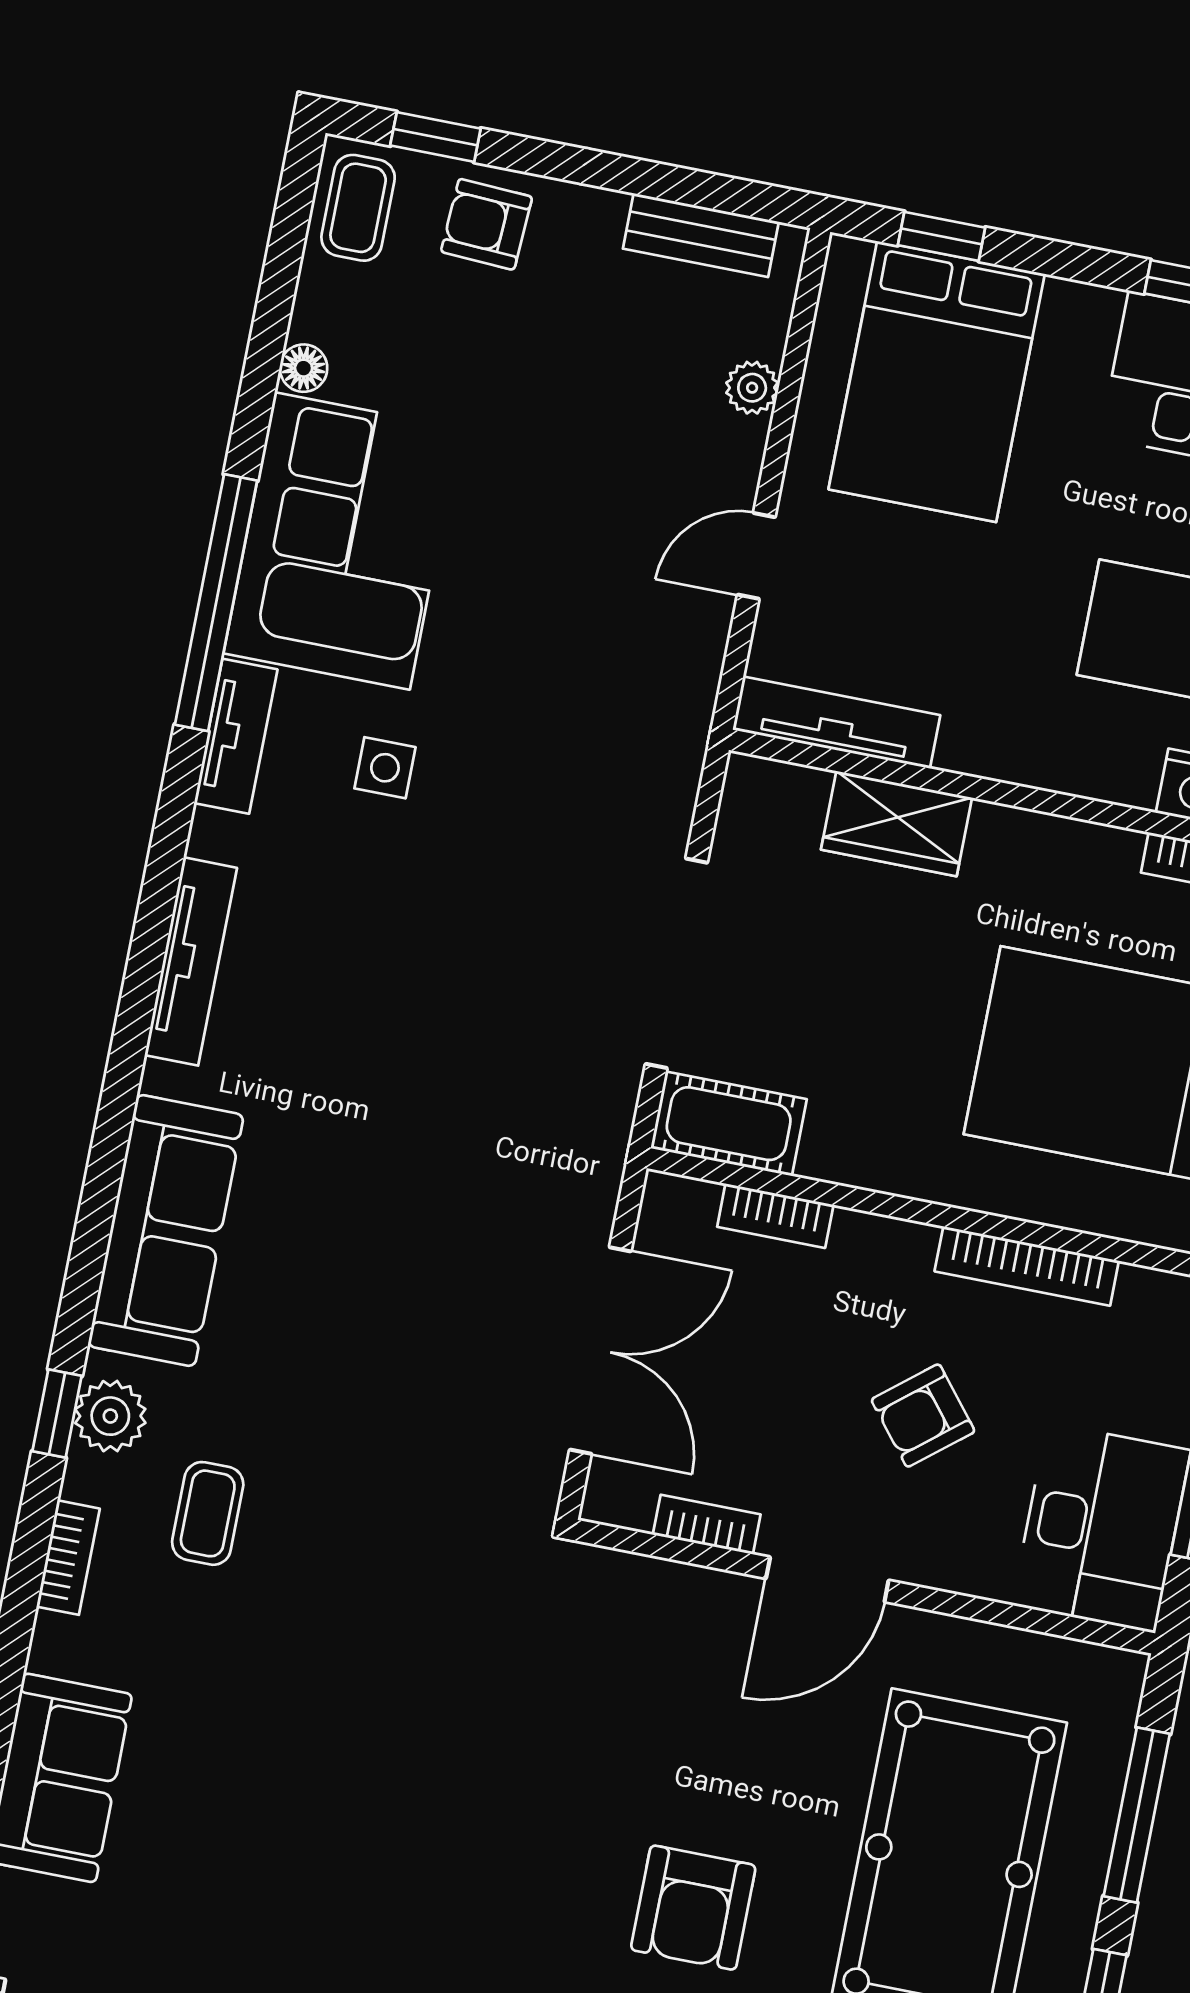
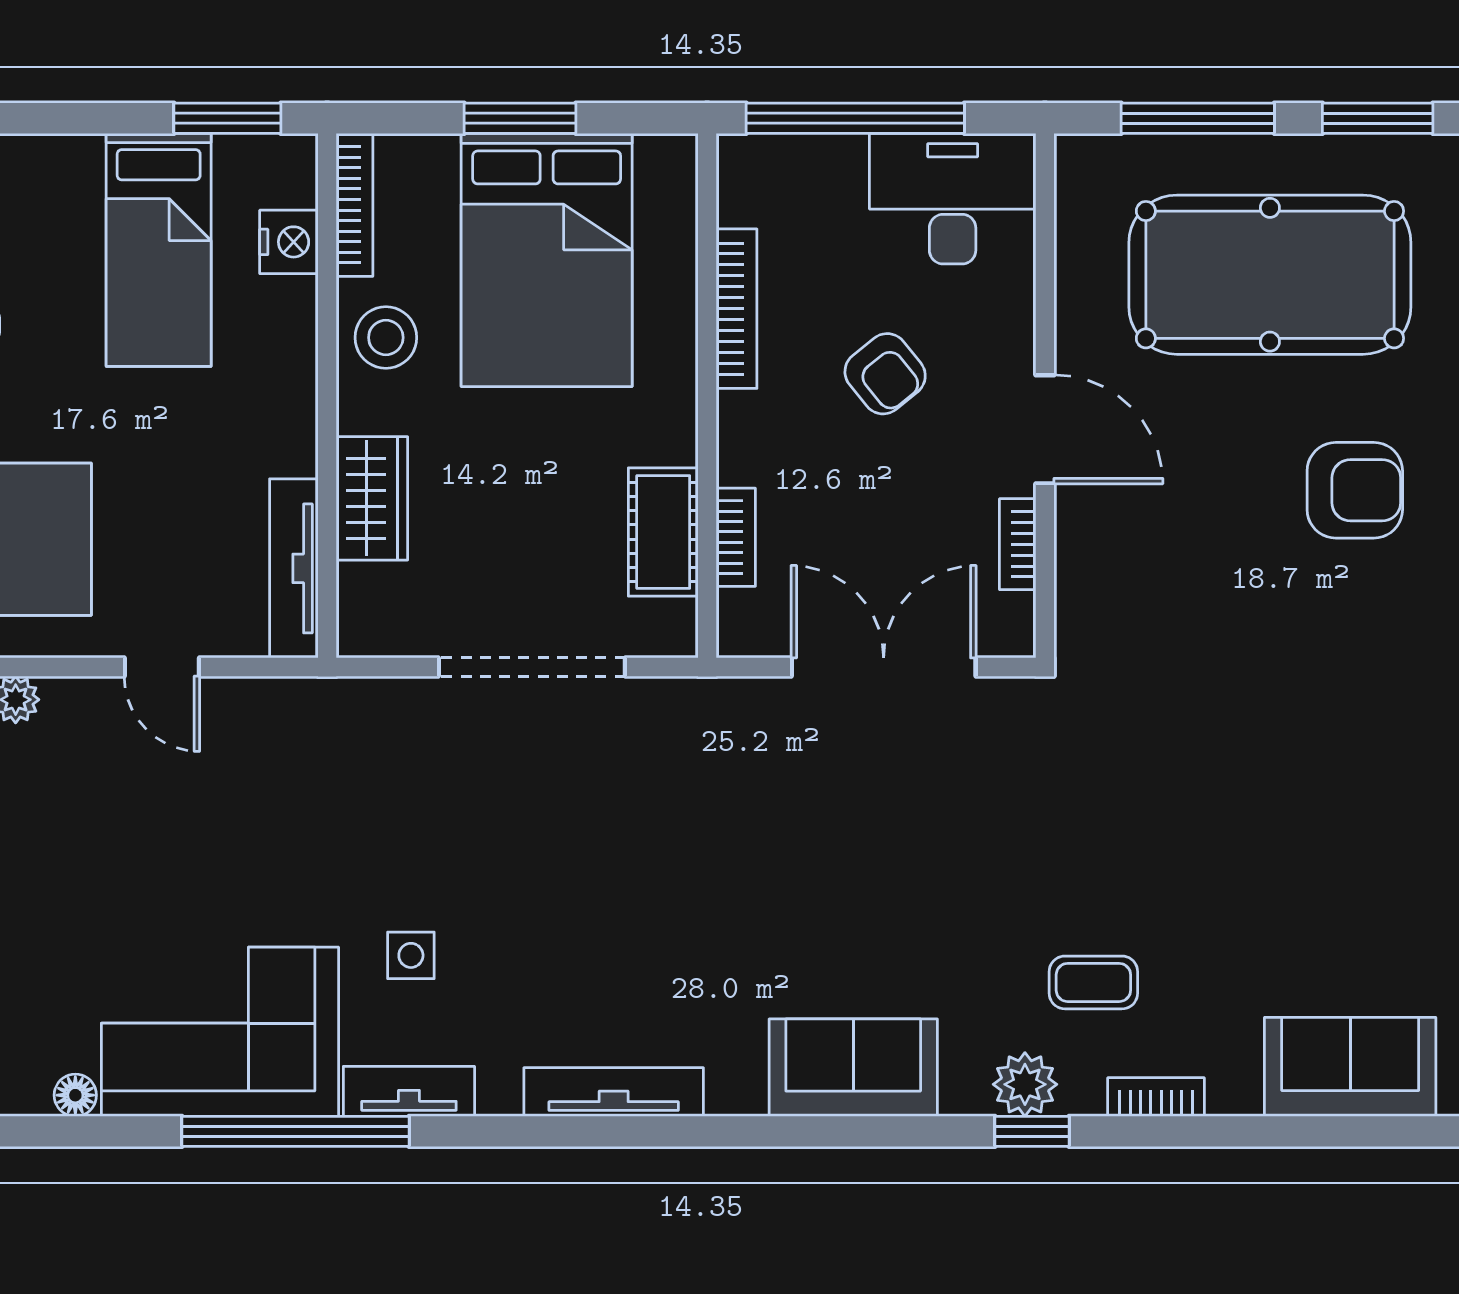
stool: (1071, 874) -> (386, 338), added
cot: (729, 1124) -> (663, 532), moved
sofa: (166, 1231) -> (853, 1068), width x0.73

